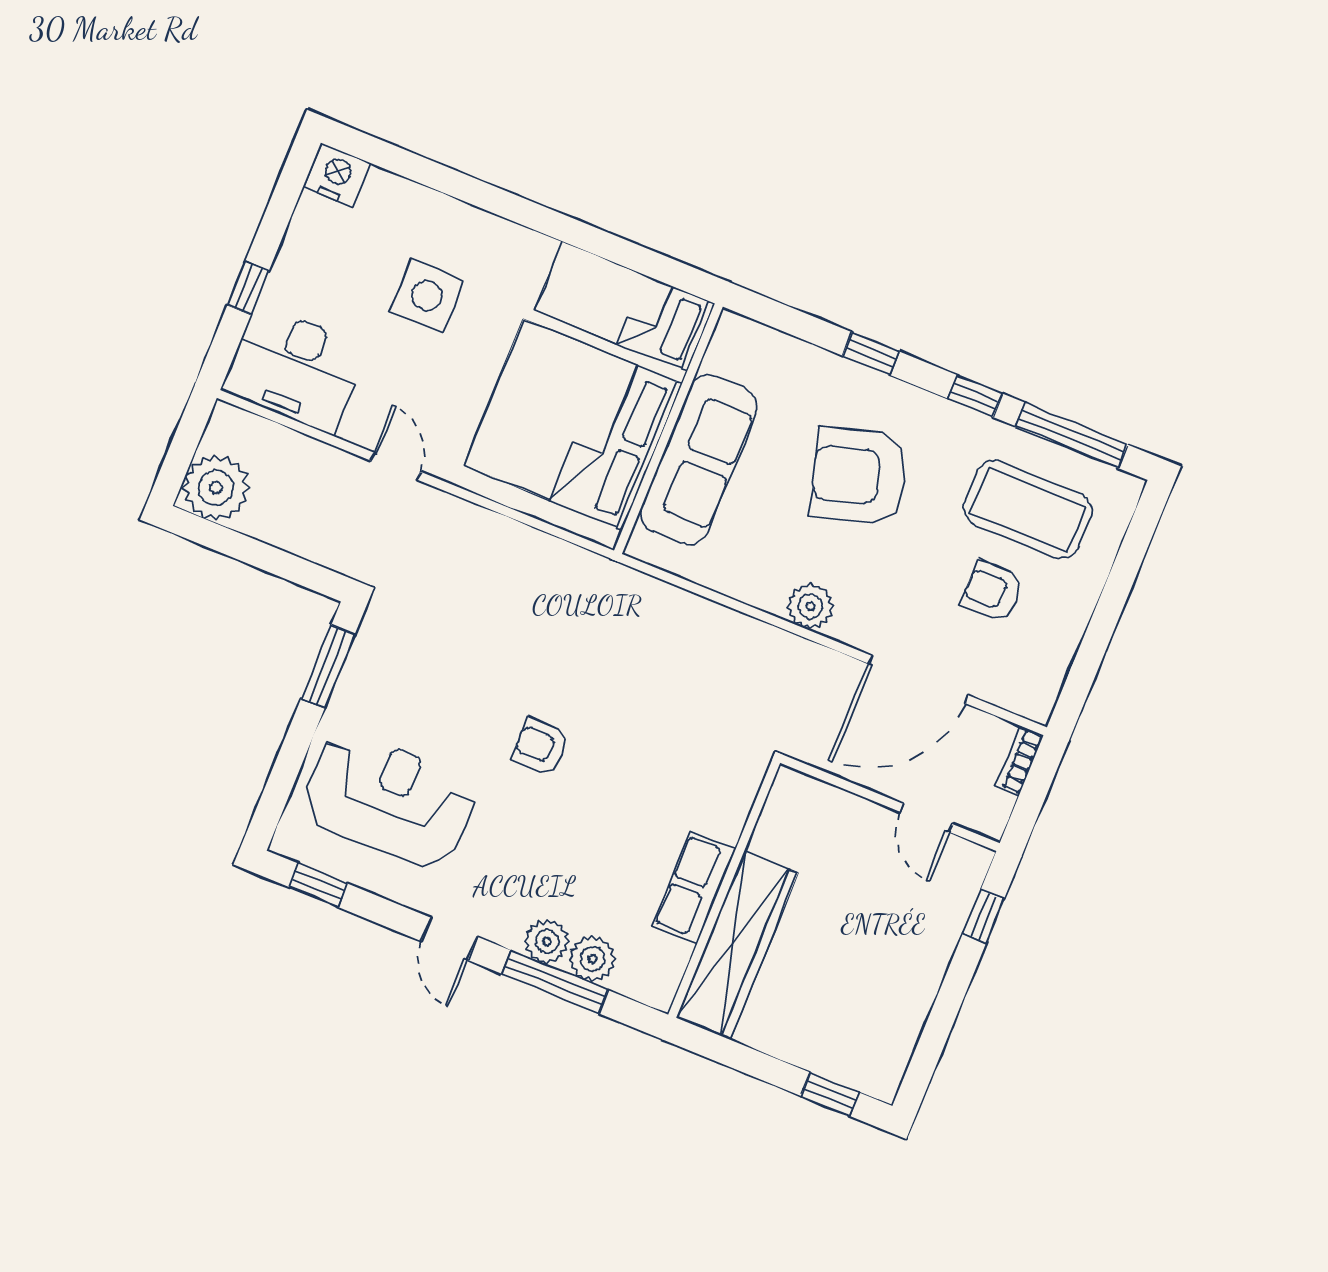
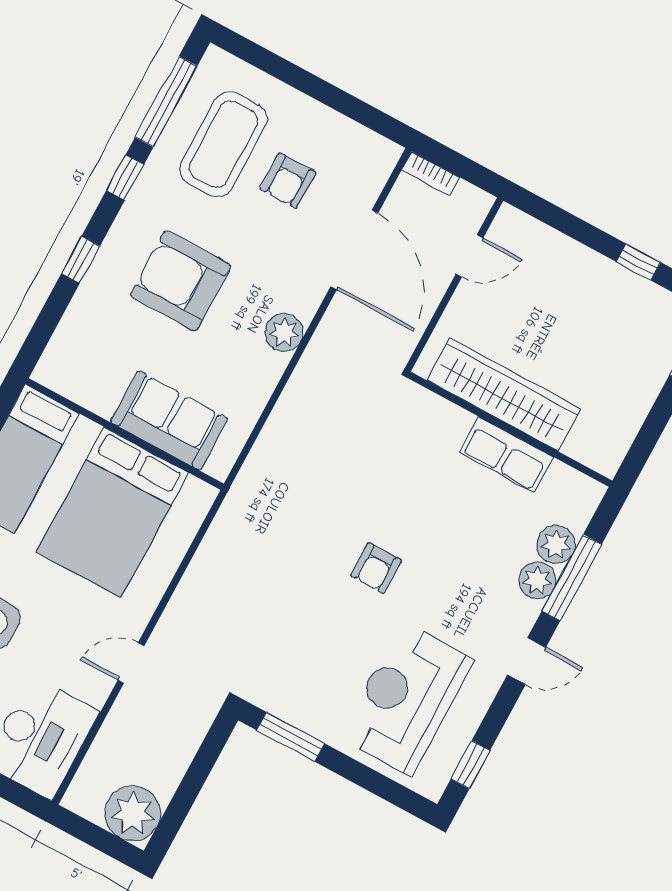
bed: (573, 425) -> (113, 512), width x0.73
sofa: (699, 460) -> (169, 420), width x0.73
armchair: (859, 476) -> (181, 281), turned 106
window: (984, 916) -> (638, 262), moved
wardrobe: (737, 945) -> (504, 395), moved

